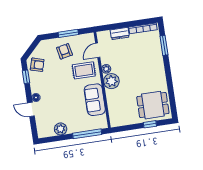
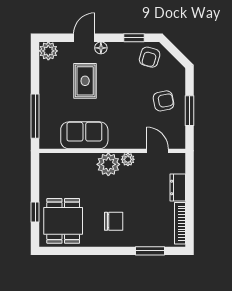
rug: (84, 70) -> (85, 81), moved
chair: (148, 72) -> (114, 221), added
plant: (61, 129) -> (48, 51), moved

